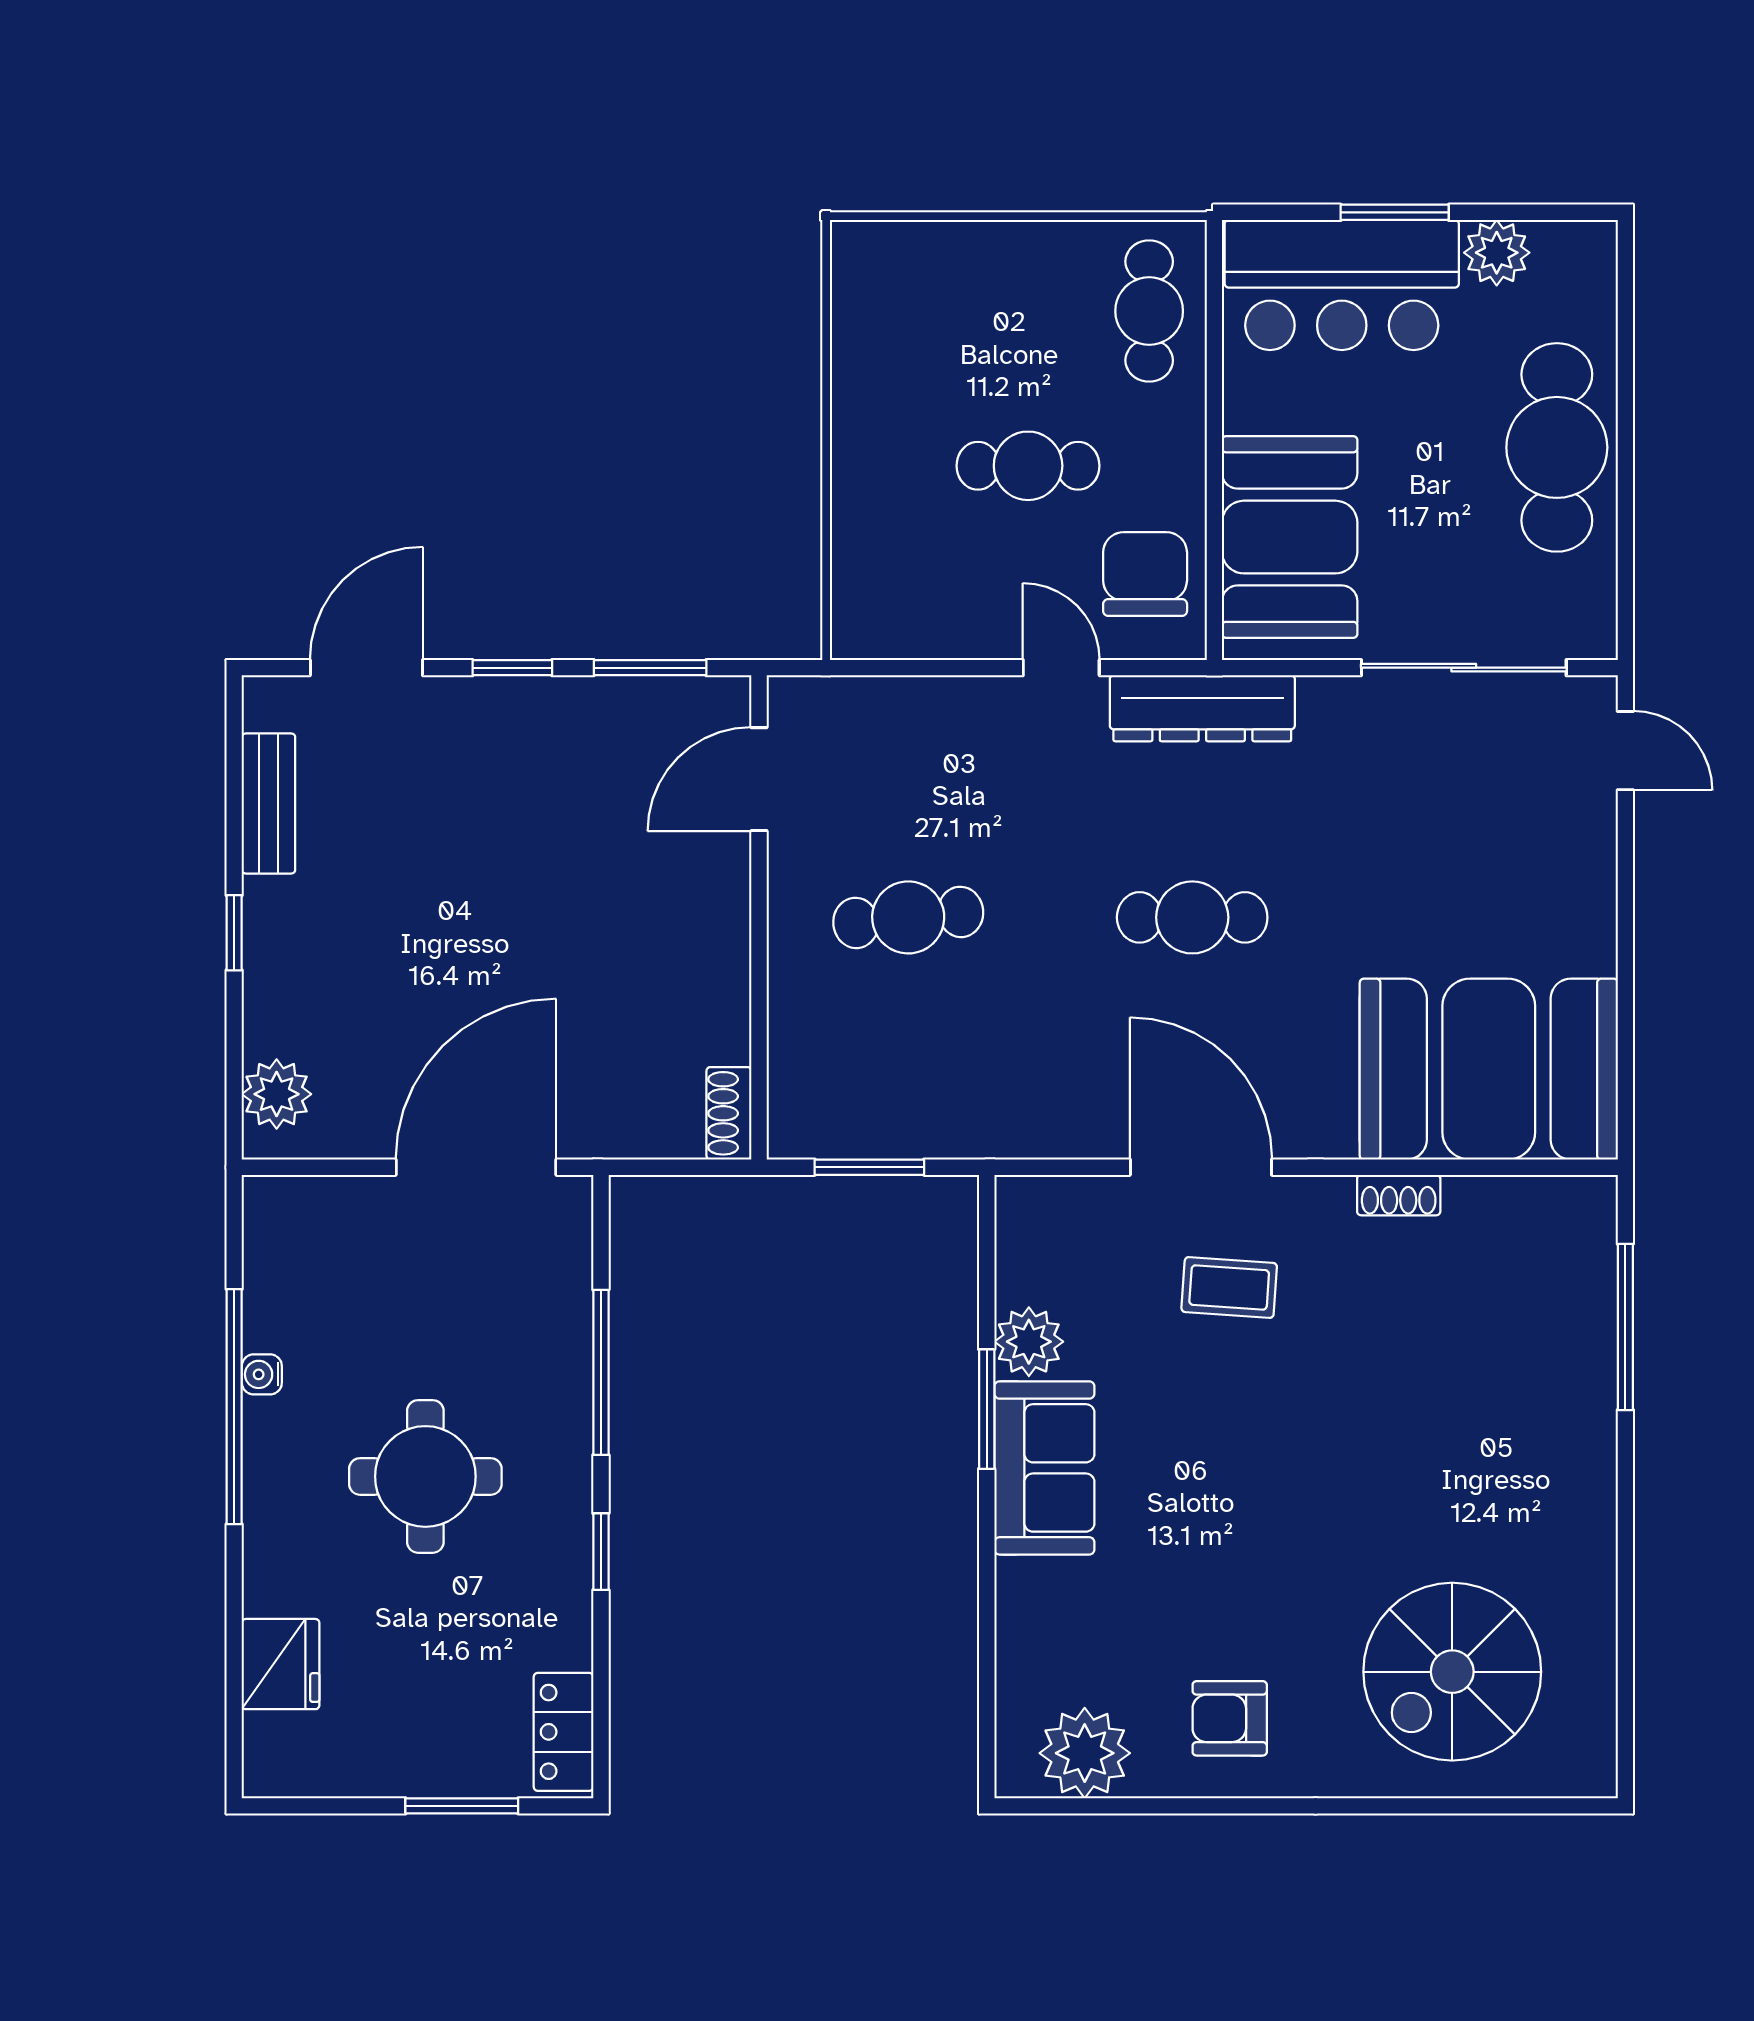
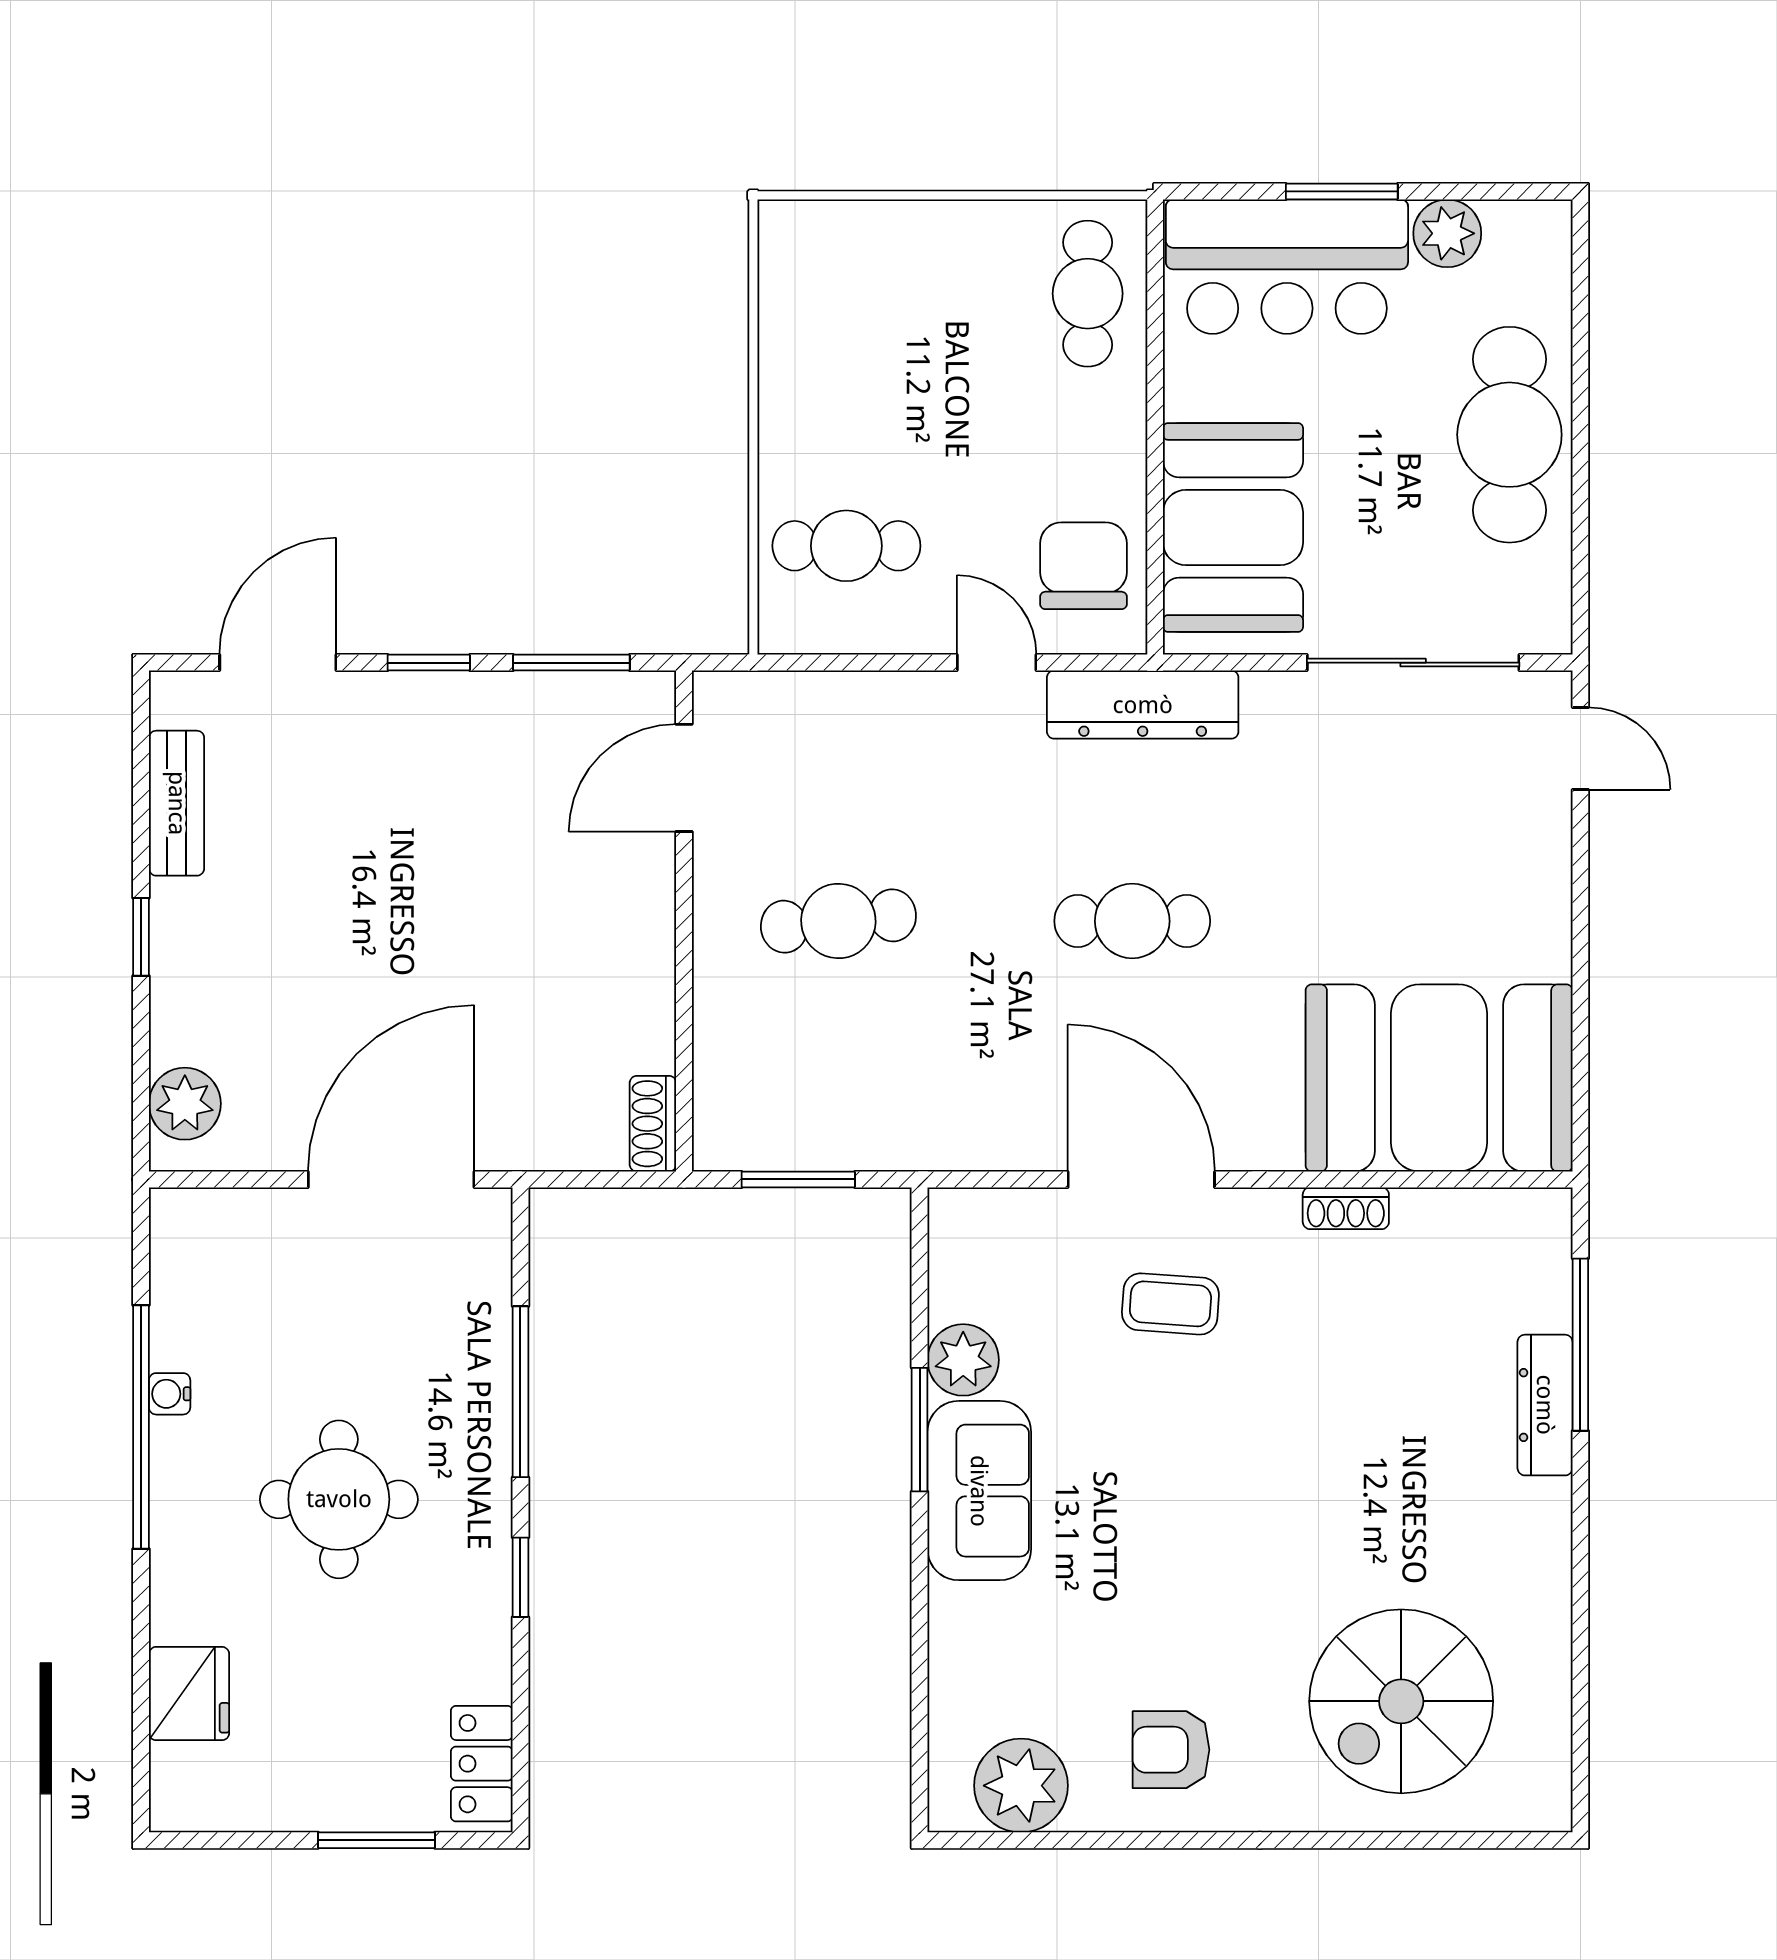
cafe table: (1028, 466) -> (846, 546), moved
dresser: (1591, 1385) -> (1545, 1405), added

